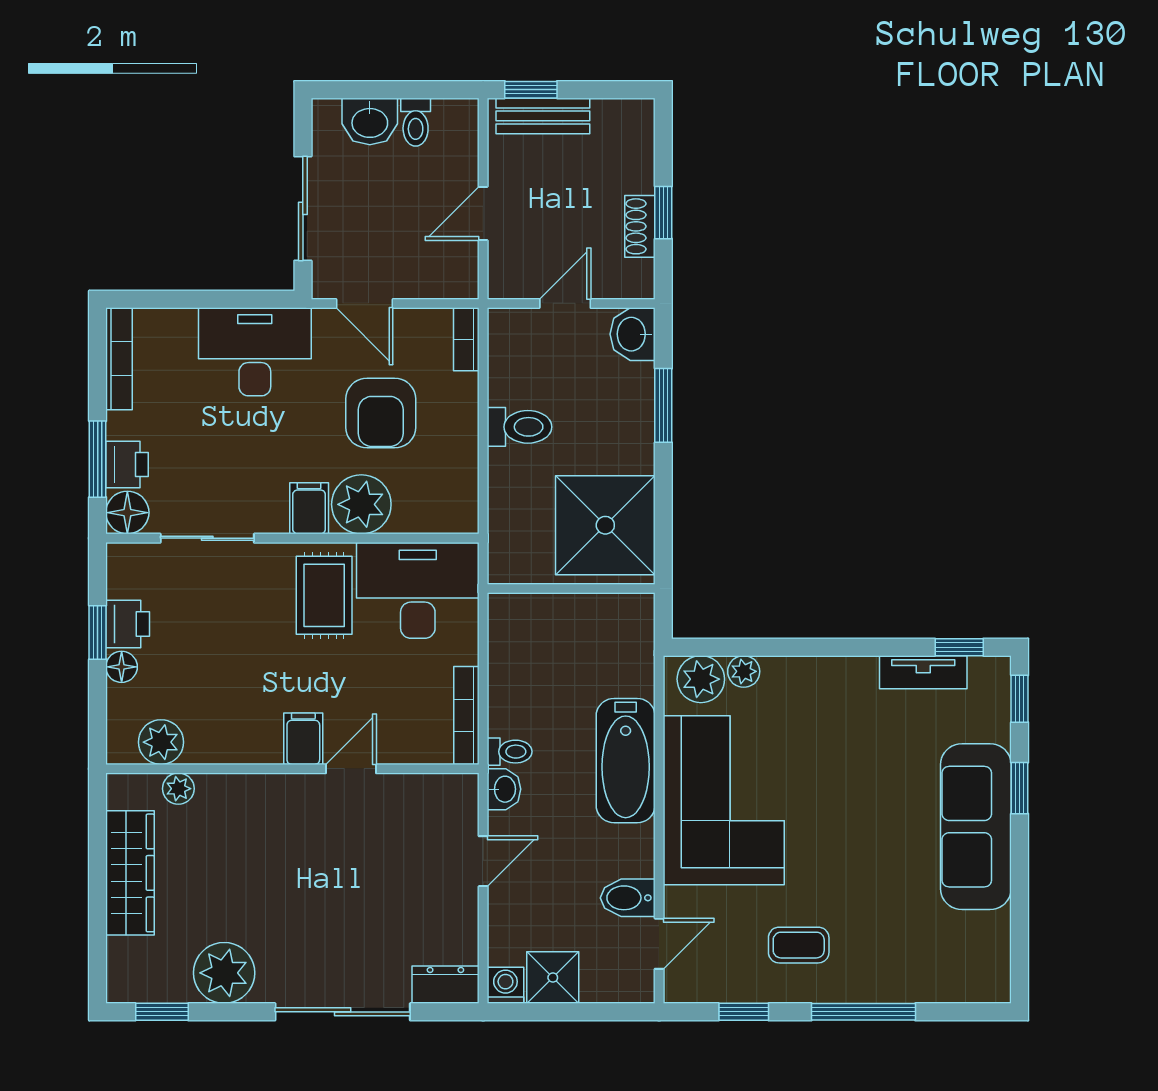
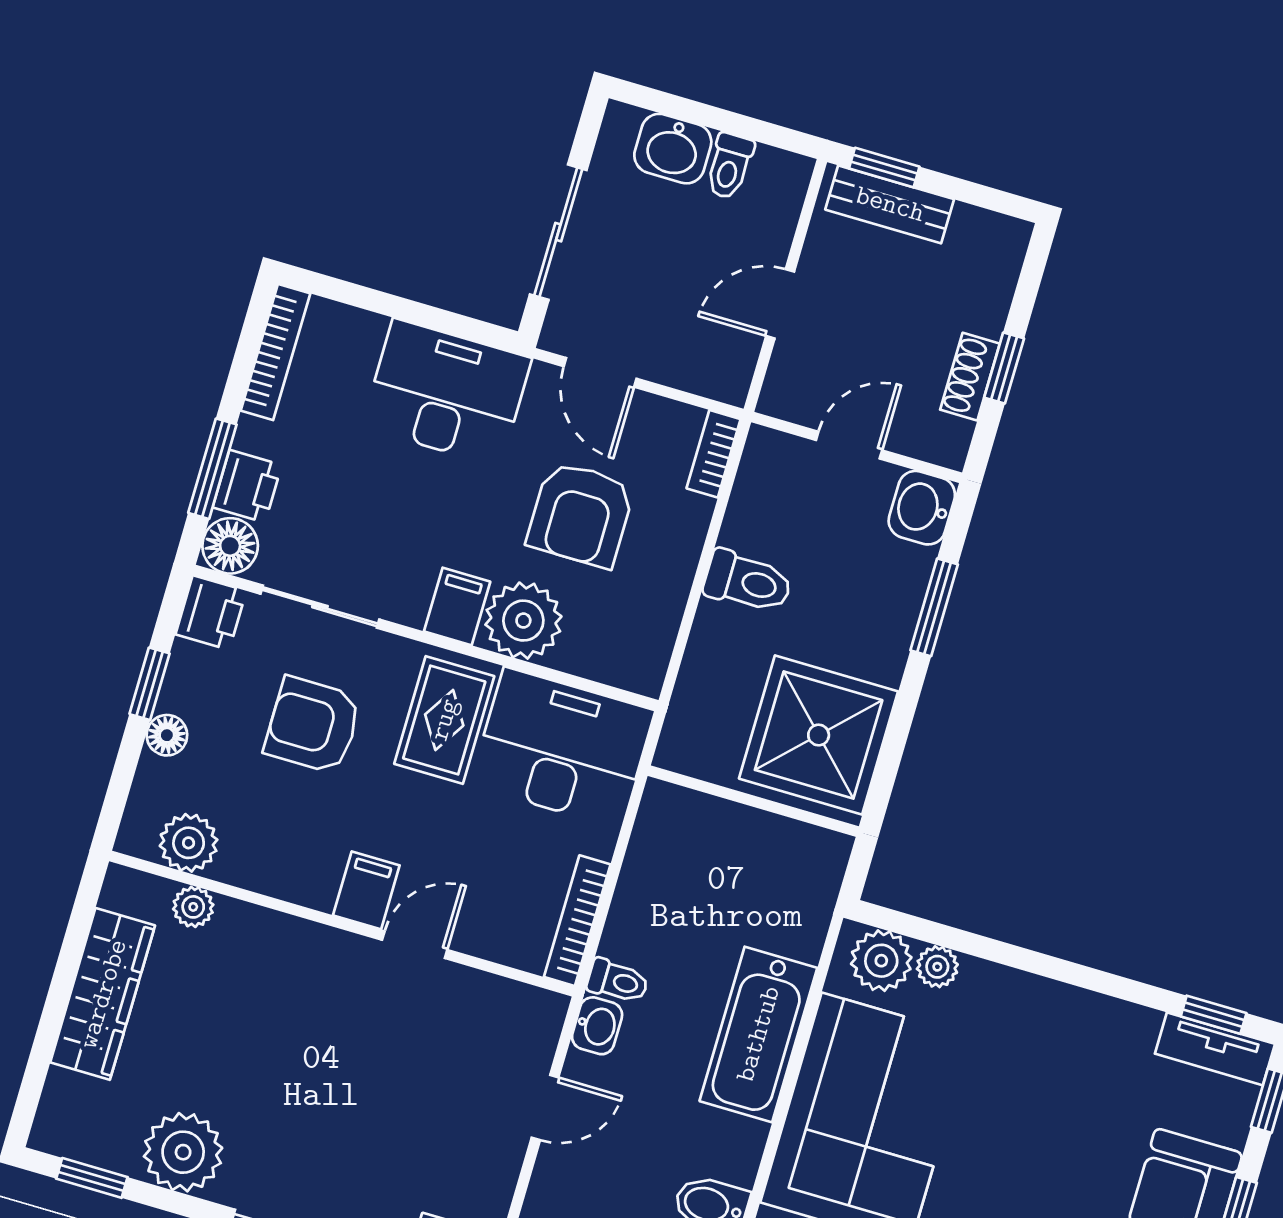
printer: (128, 624) -> (211, 613), moved
armchair: (228, 628) -> (313, 725), added
tv unit: (923, 672) -> (1215, 1049), moved

